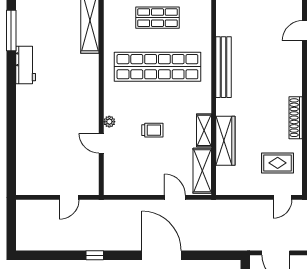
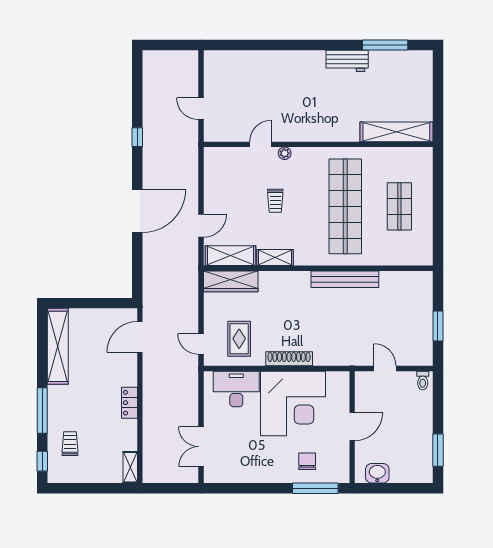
wardrobe: (225, 141) -> (231, 281), moved

